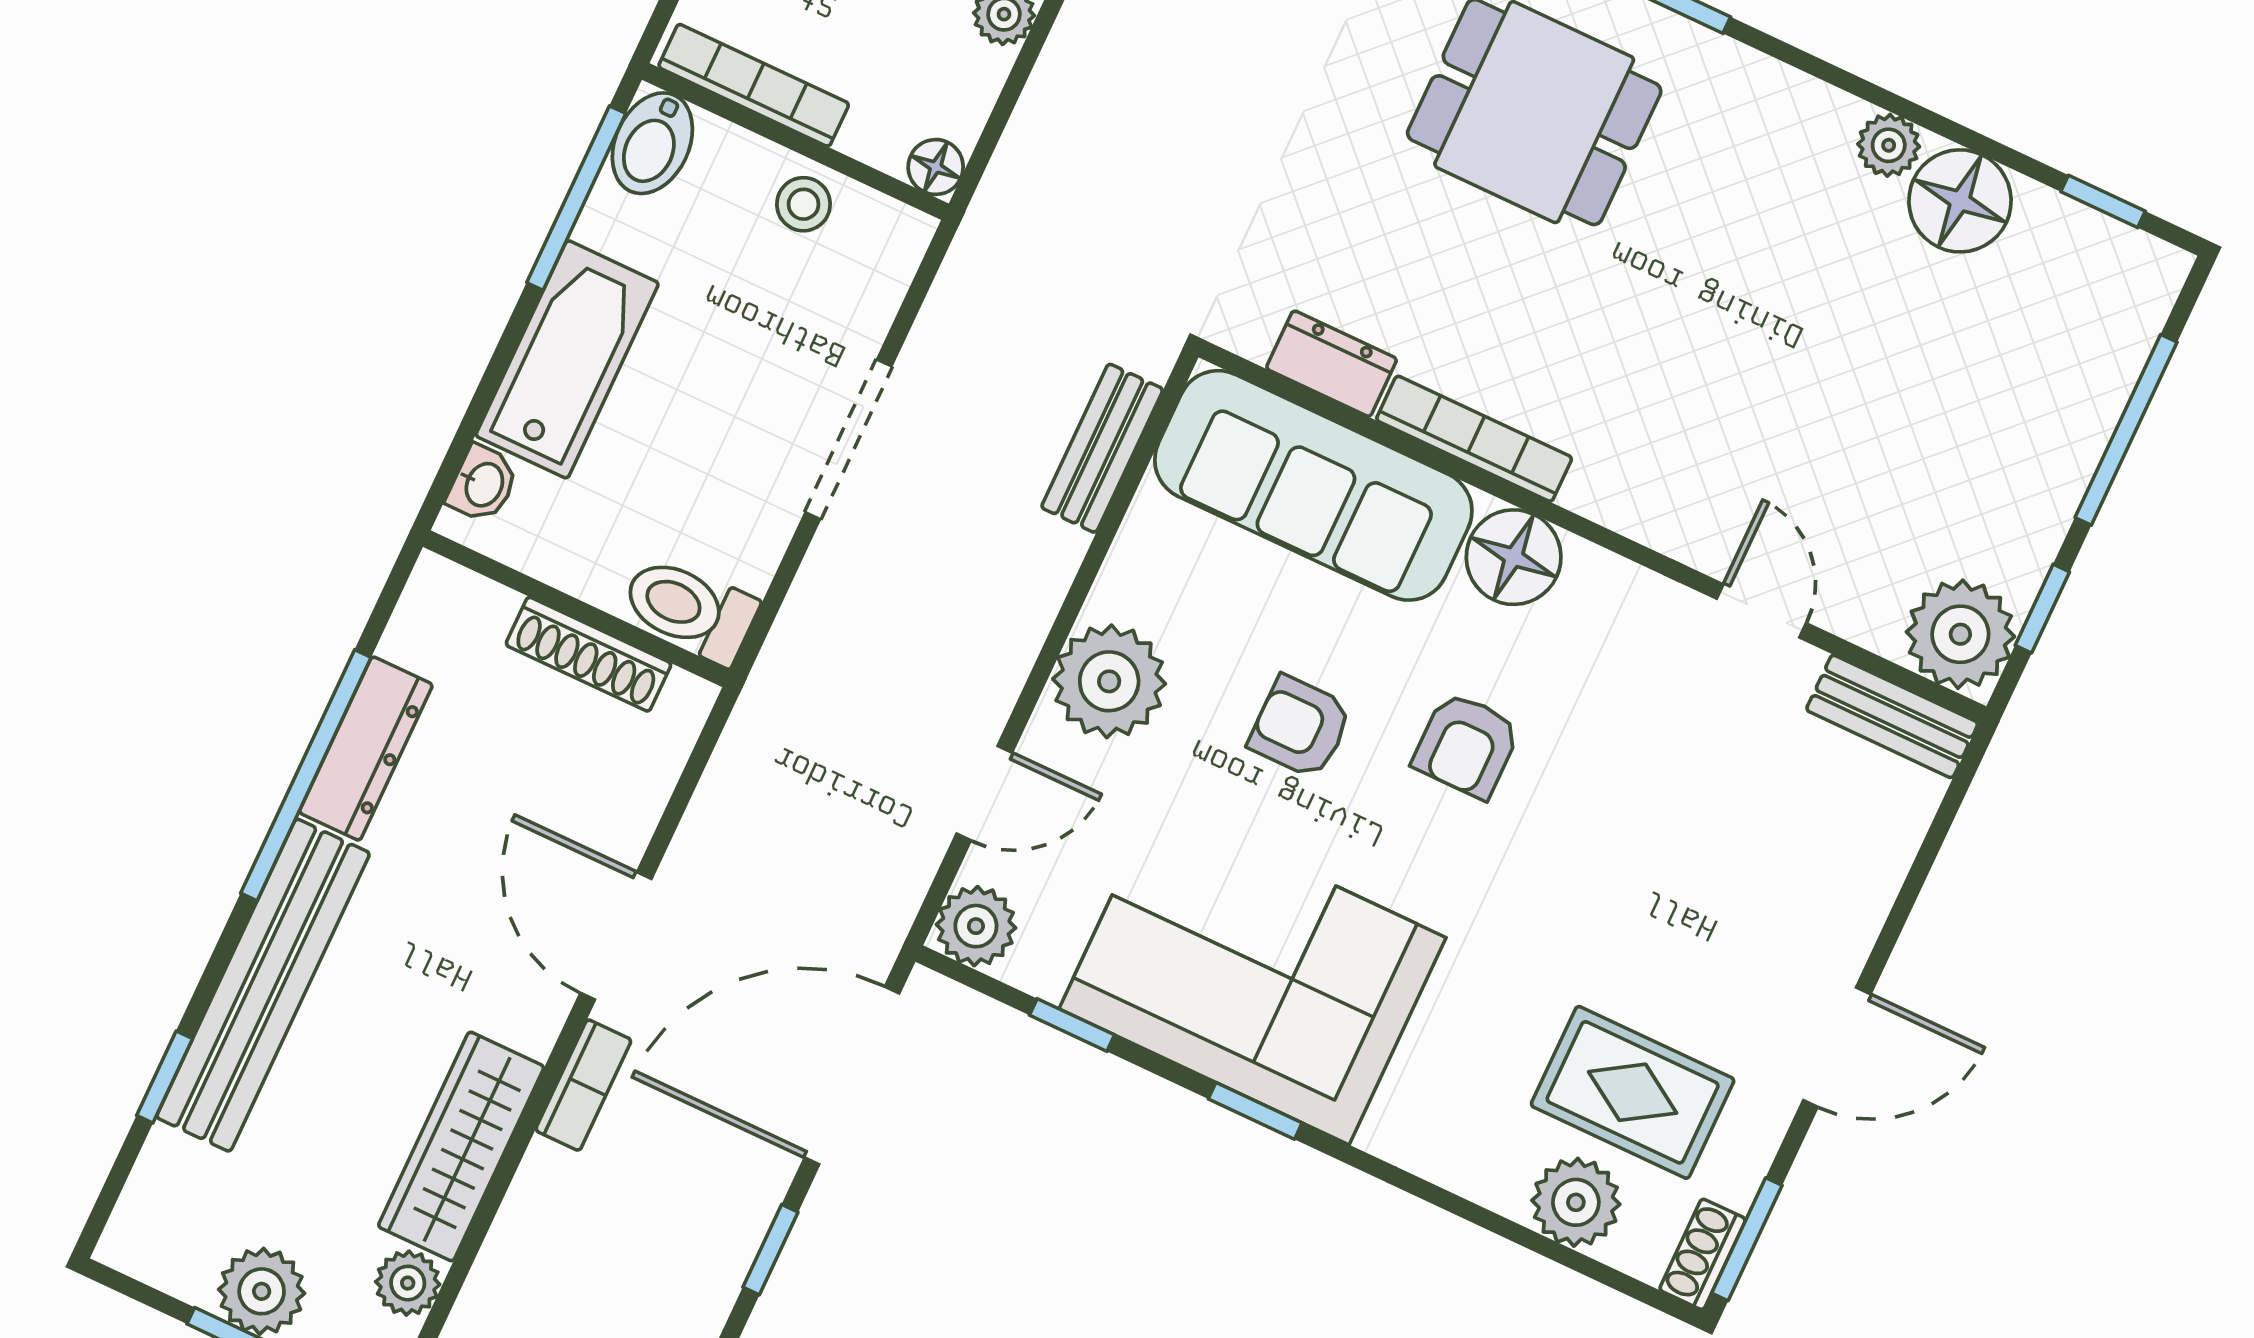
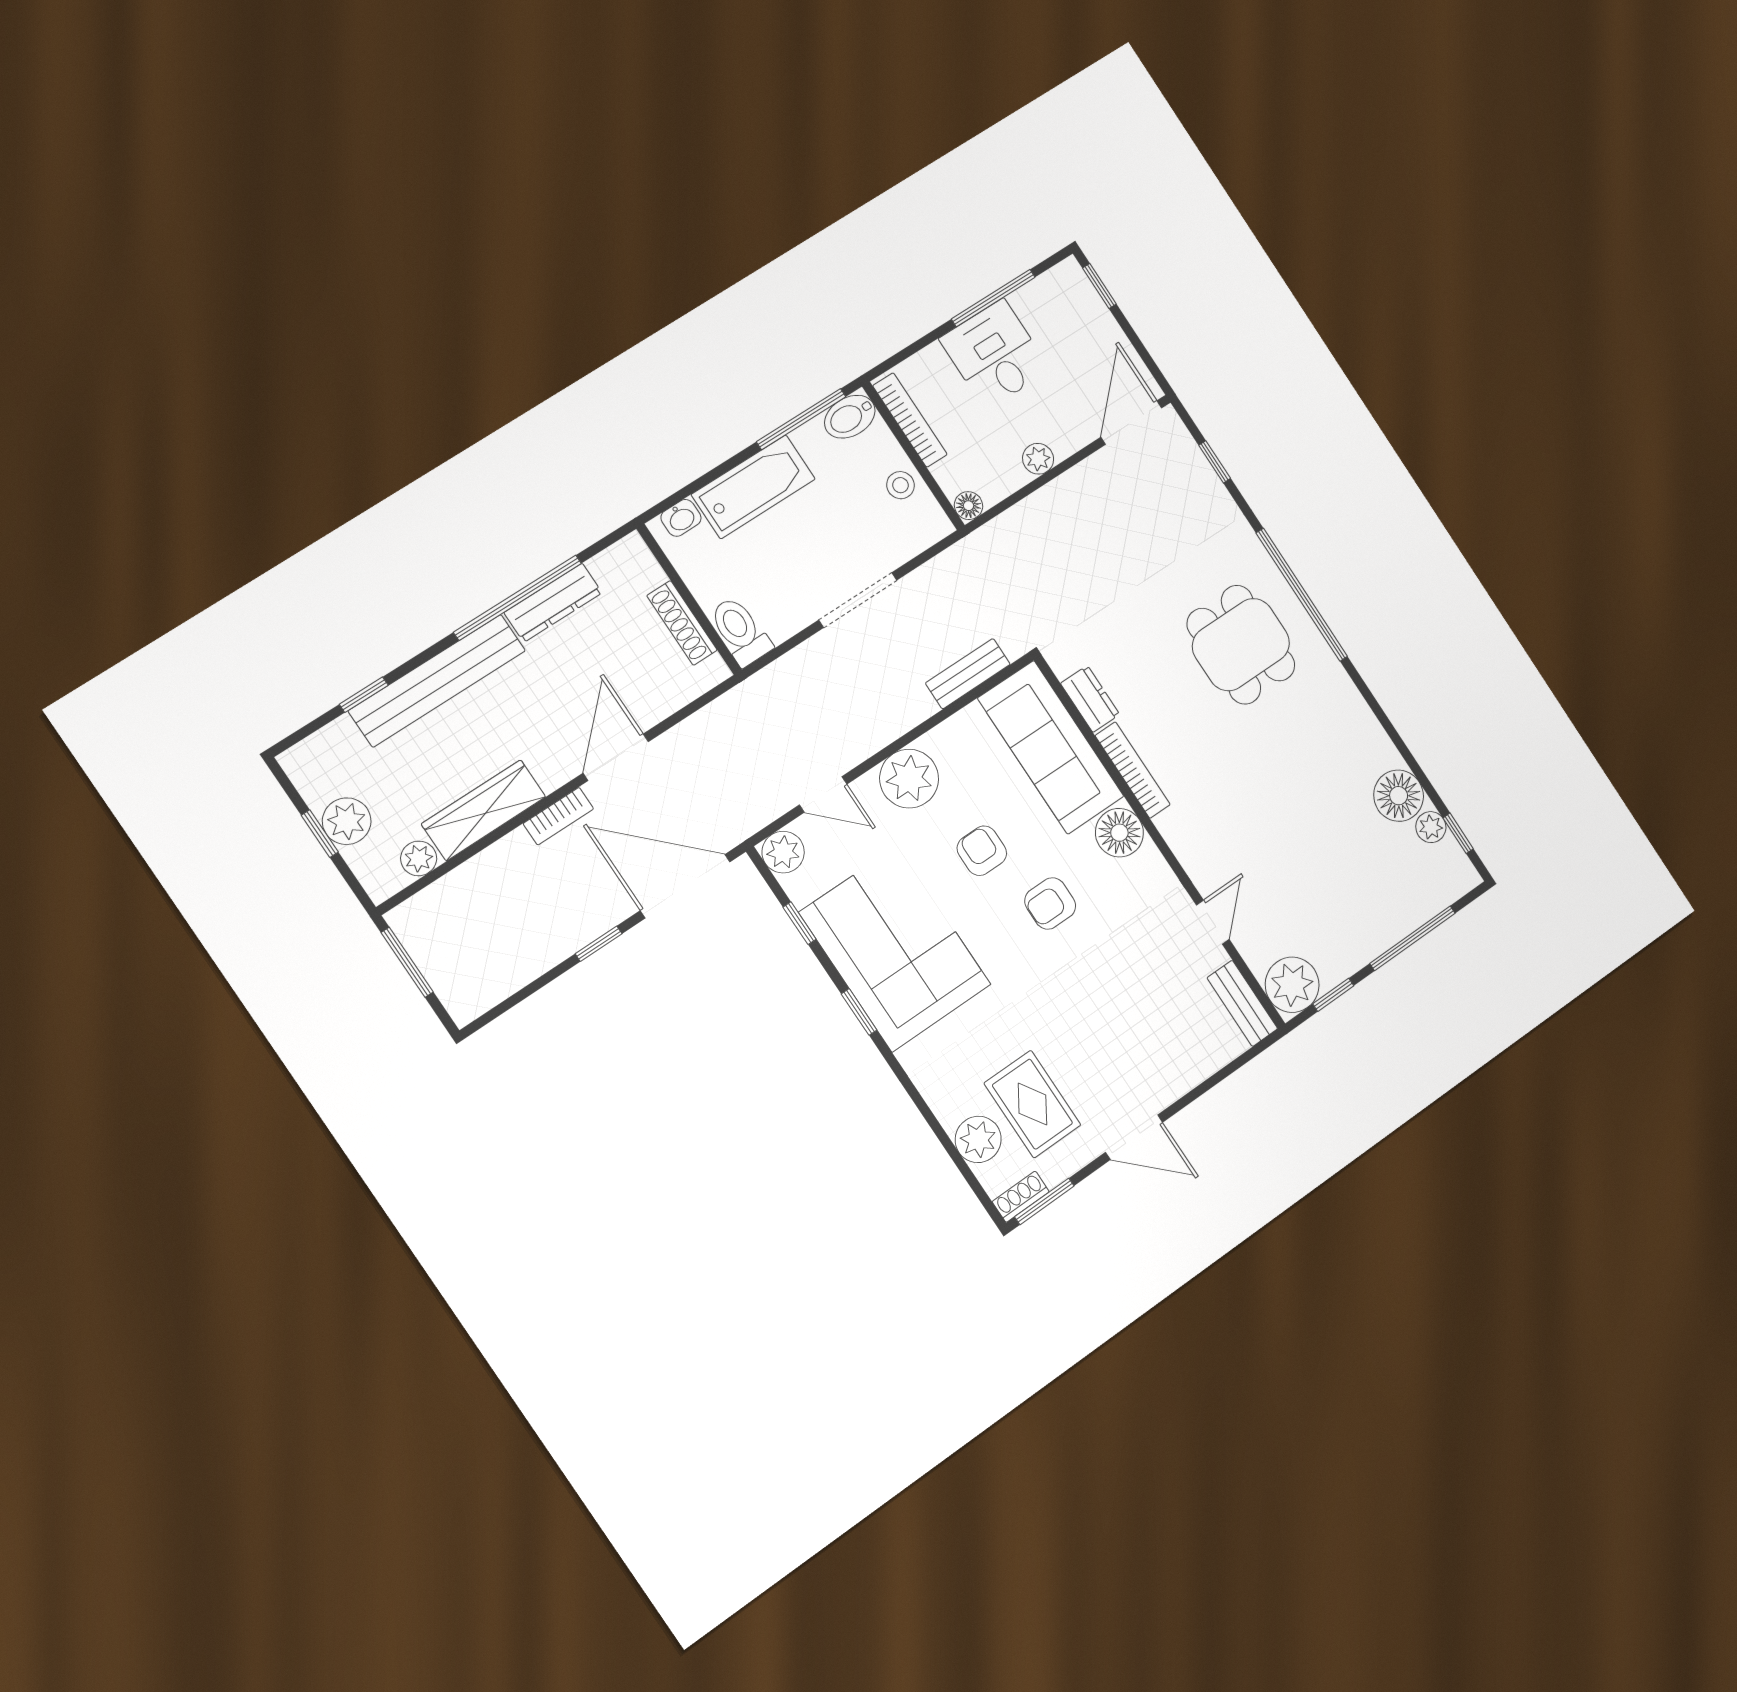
plant: (1889, 145) -> (1431, 827), moved

